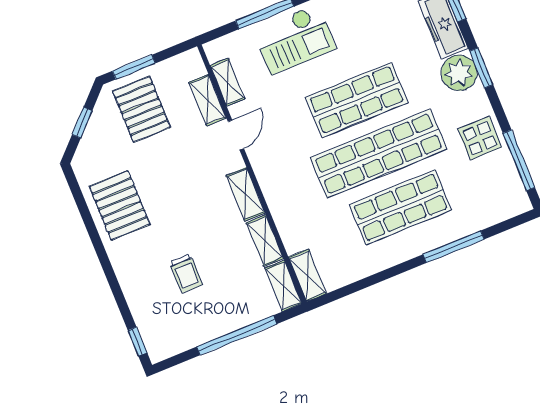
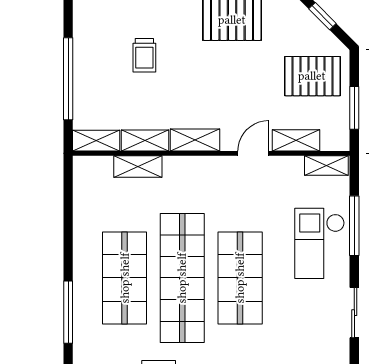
window: (134, 67) -> (354, 108), moved
shelving: (227, 82) -> (326, 166), moved
door: (236, 135) -> (253, 153), swing flipped
trolley: (186, 273) -> (144, 55), turned -90
shelving: (307, 275) -> (138, 167), moved

